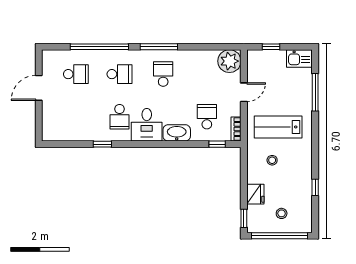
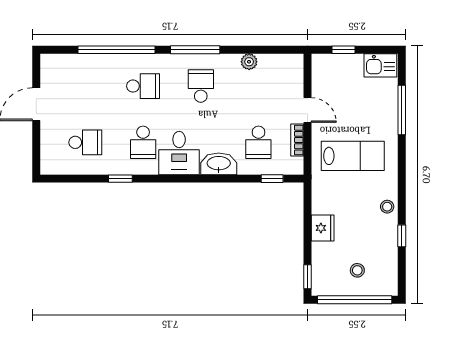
plant: (229, 61) -> (249, 62), moved, width x0.53, depth x0.53
school desk: (76, 74) -> (85, 142), moved
door: (244, 92) -> (308, 110), hinge flipped
school desk: (207, 117) -> (258, 142), turned 180
lab bench: (278, 127) -> (353, 156), turned 180
bookcase: (236, 129) -> (297, 140), moved
stool: (272, 160) -> (387, 207), moved
fridge: (255, 194) -> (323, 228), moved

